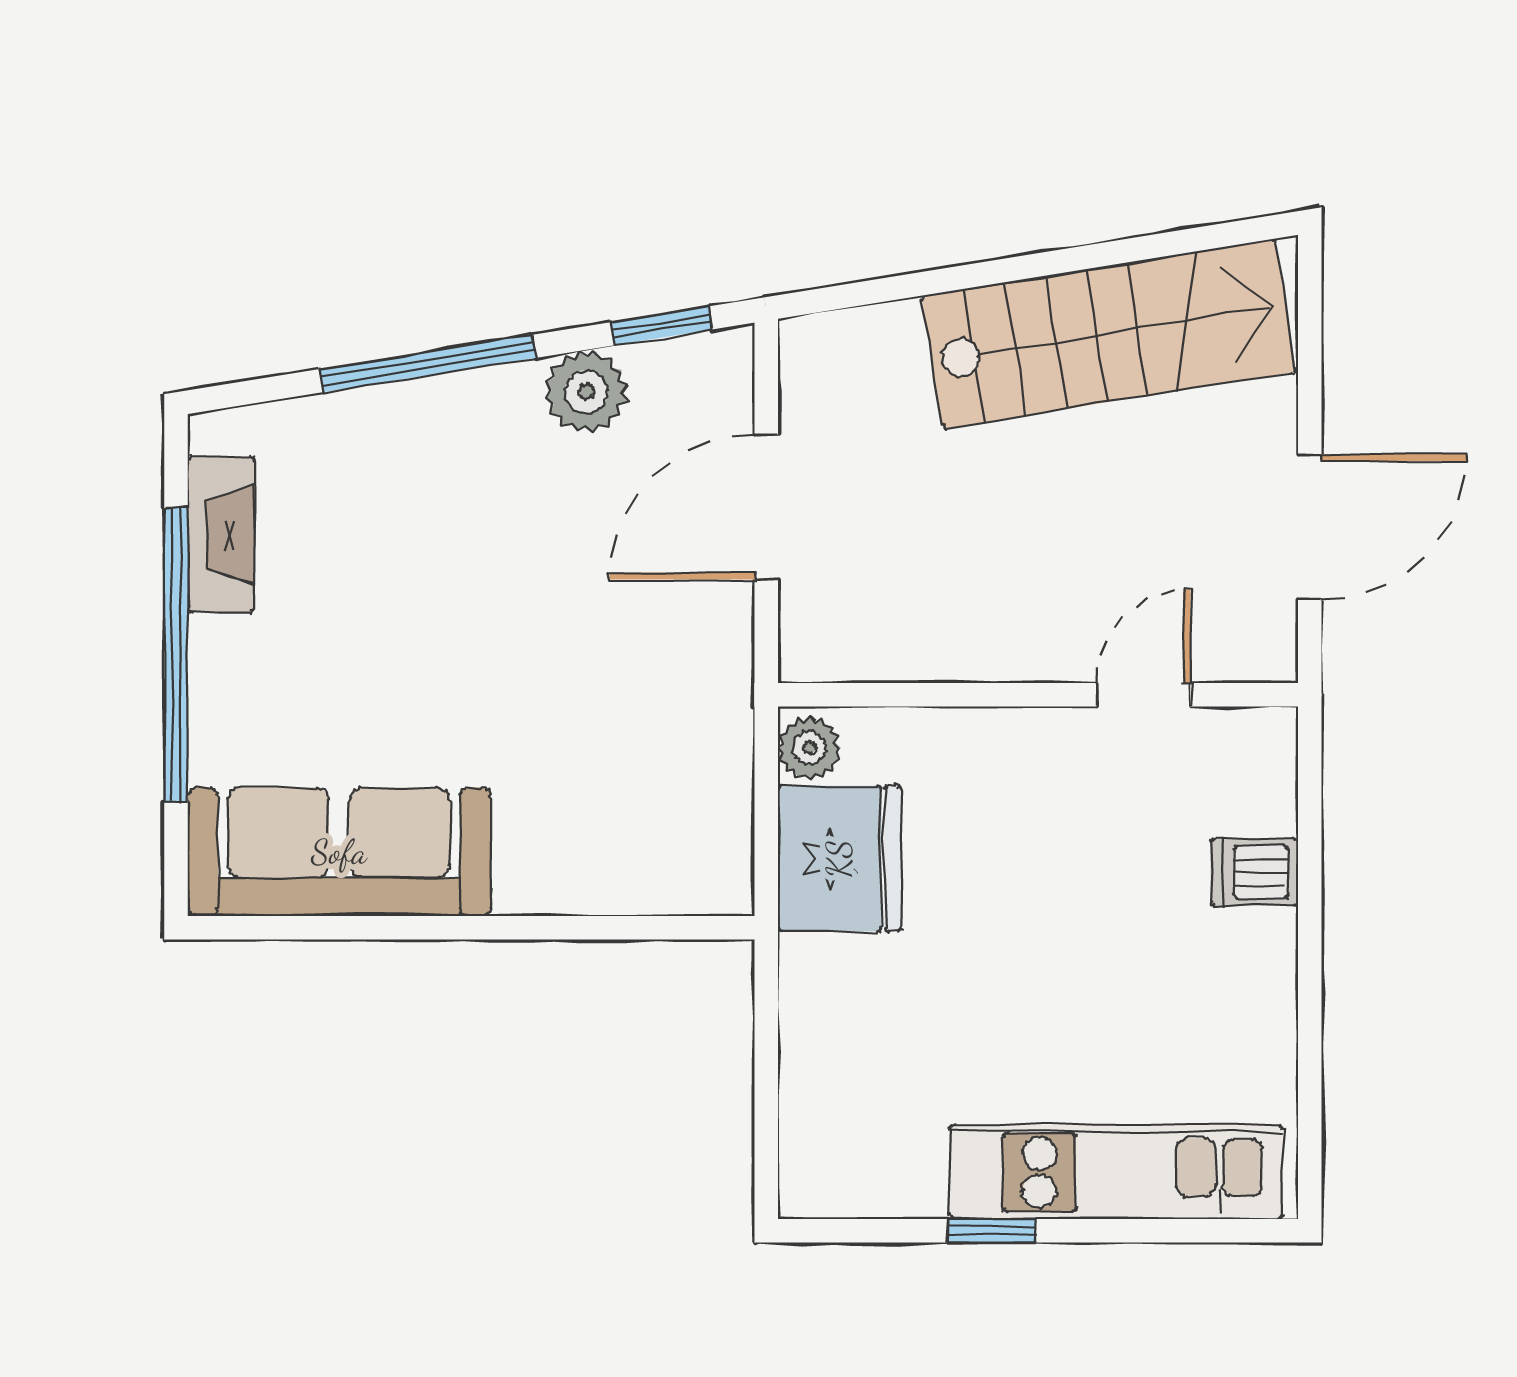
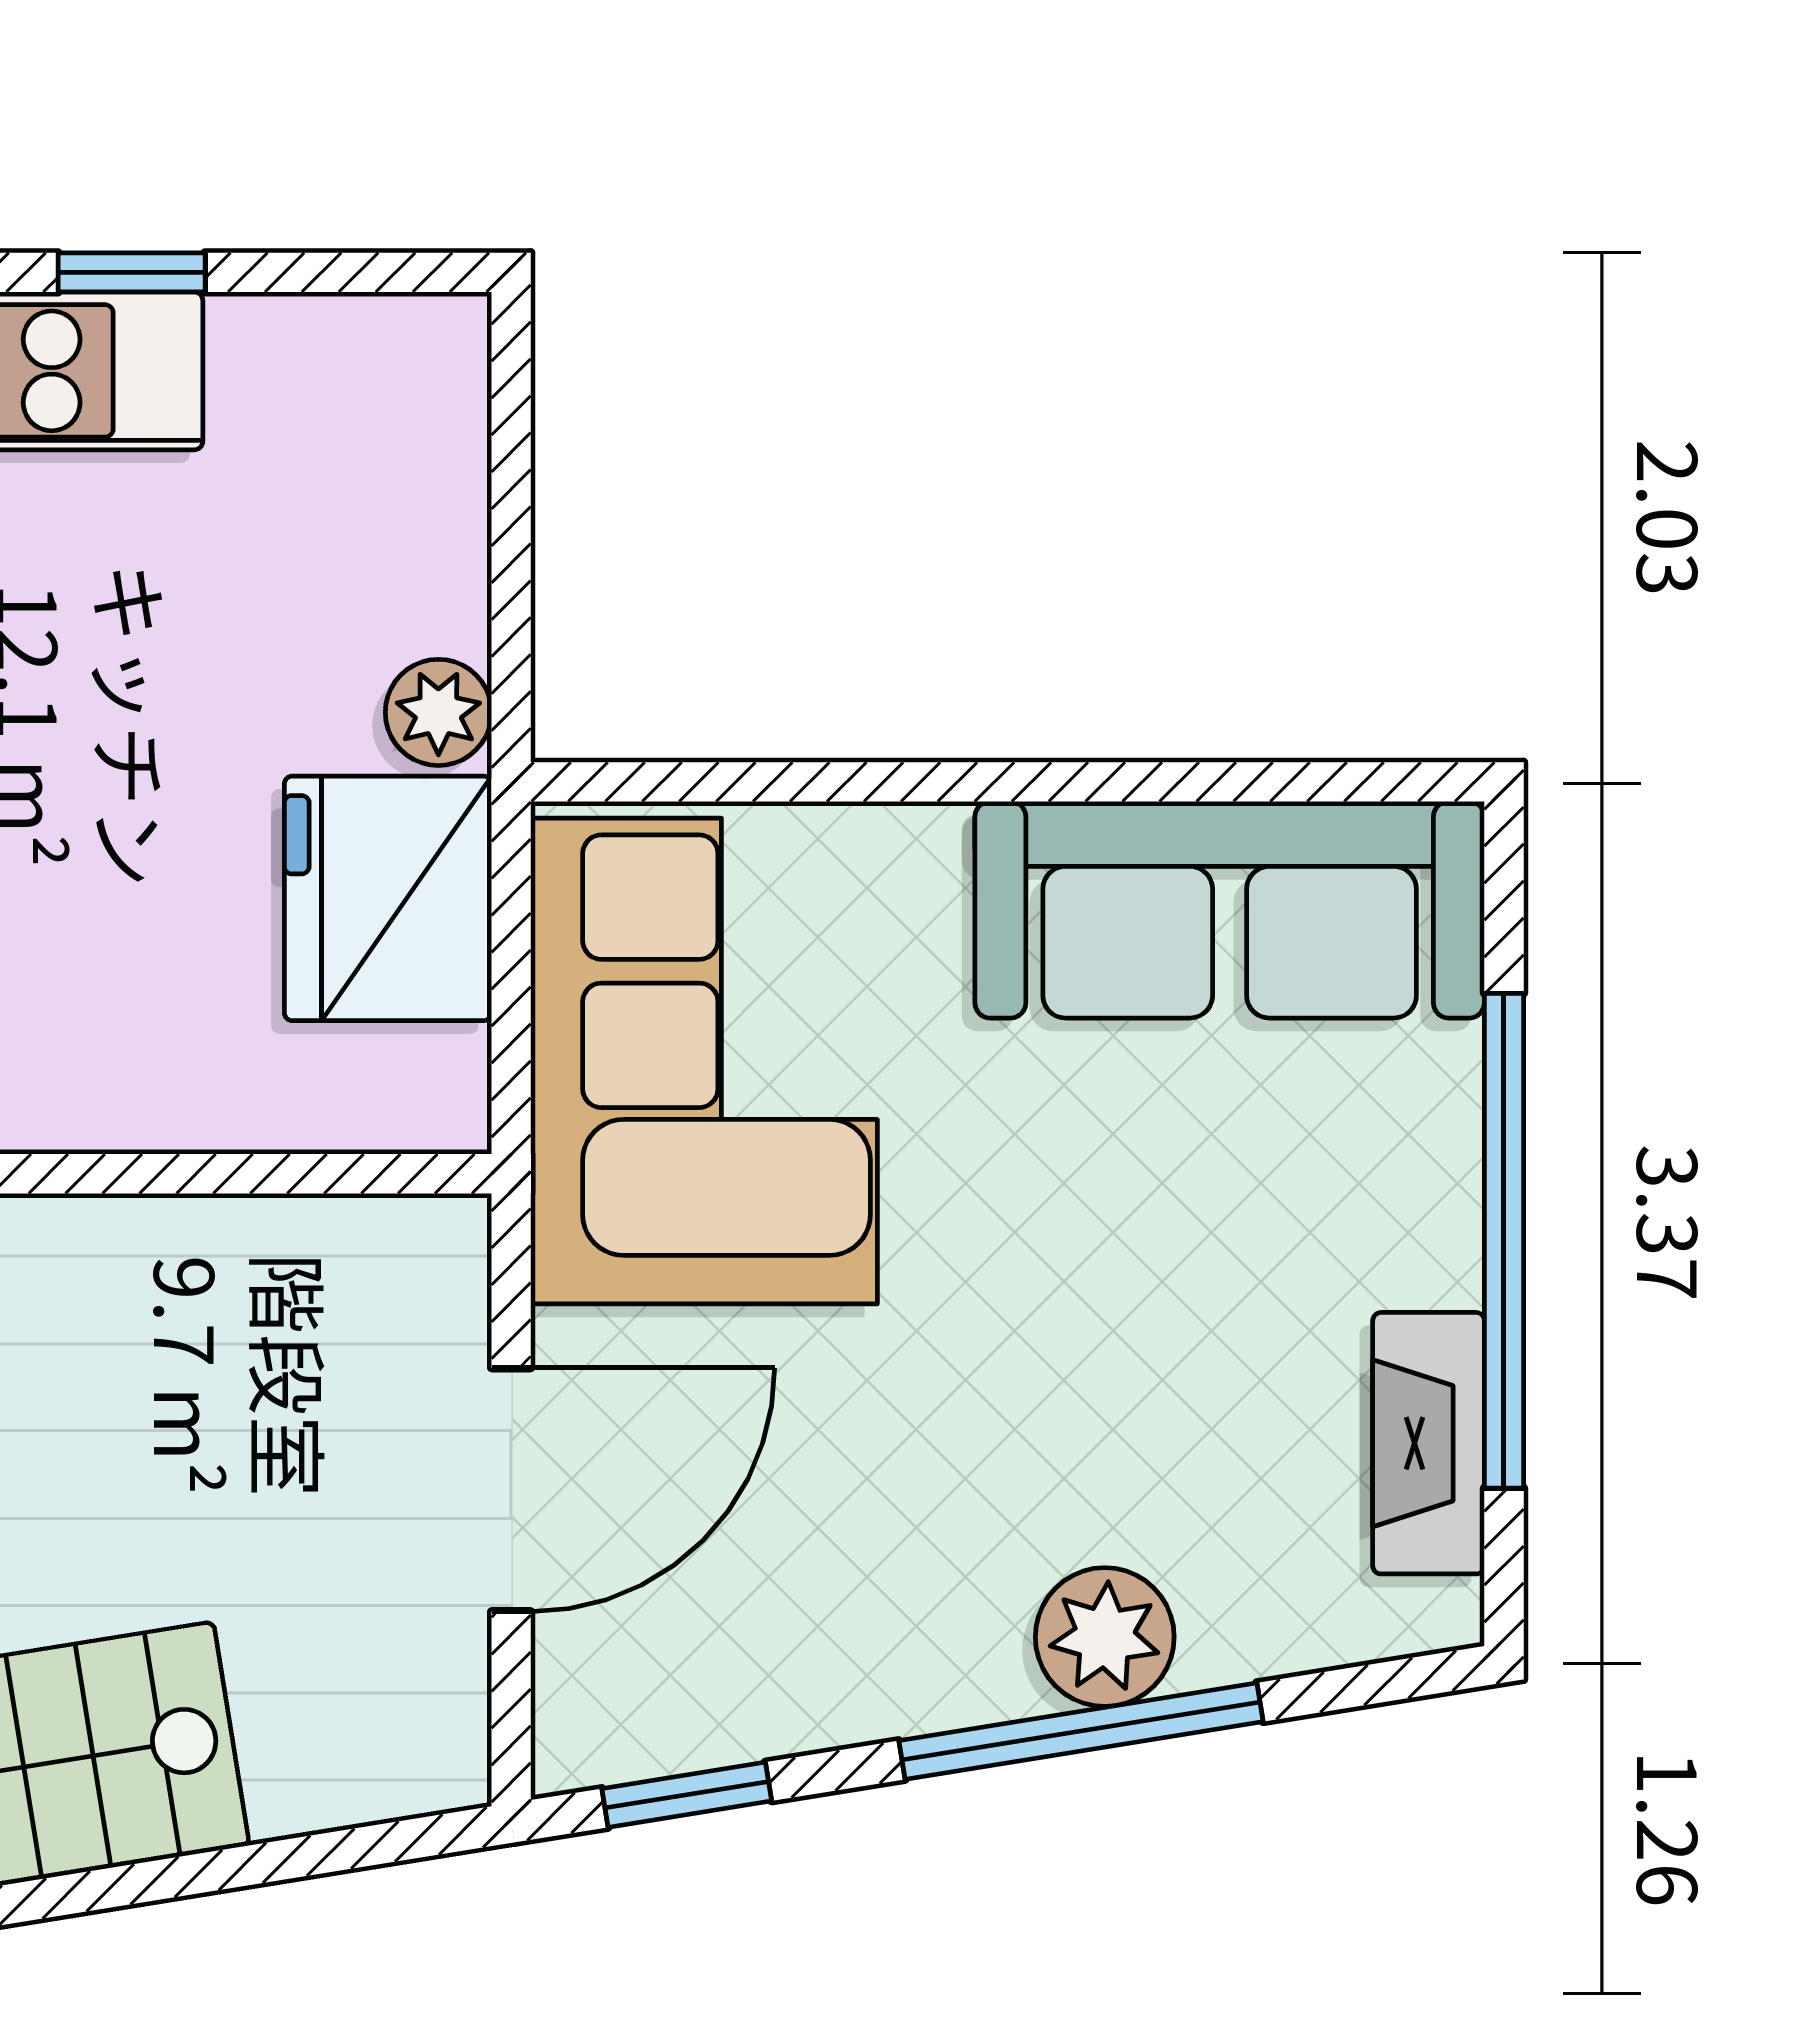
plant: (586, 392) -> (1105, 1637), moved
plant: (809, 748) -> (438, 712), moved
corner sofa: (652, 762) -> (704, 1061), added

